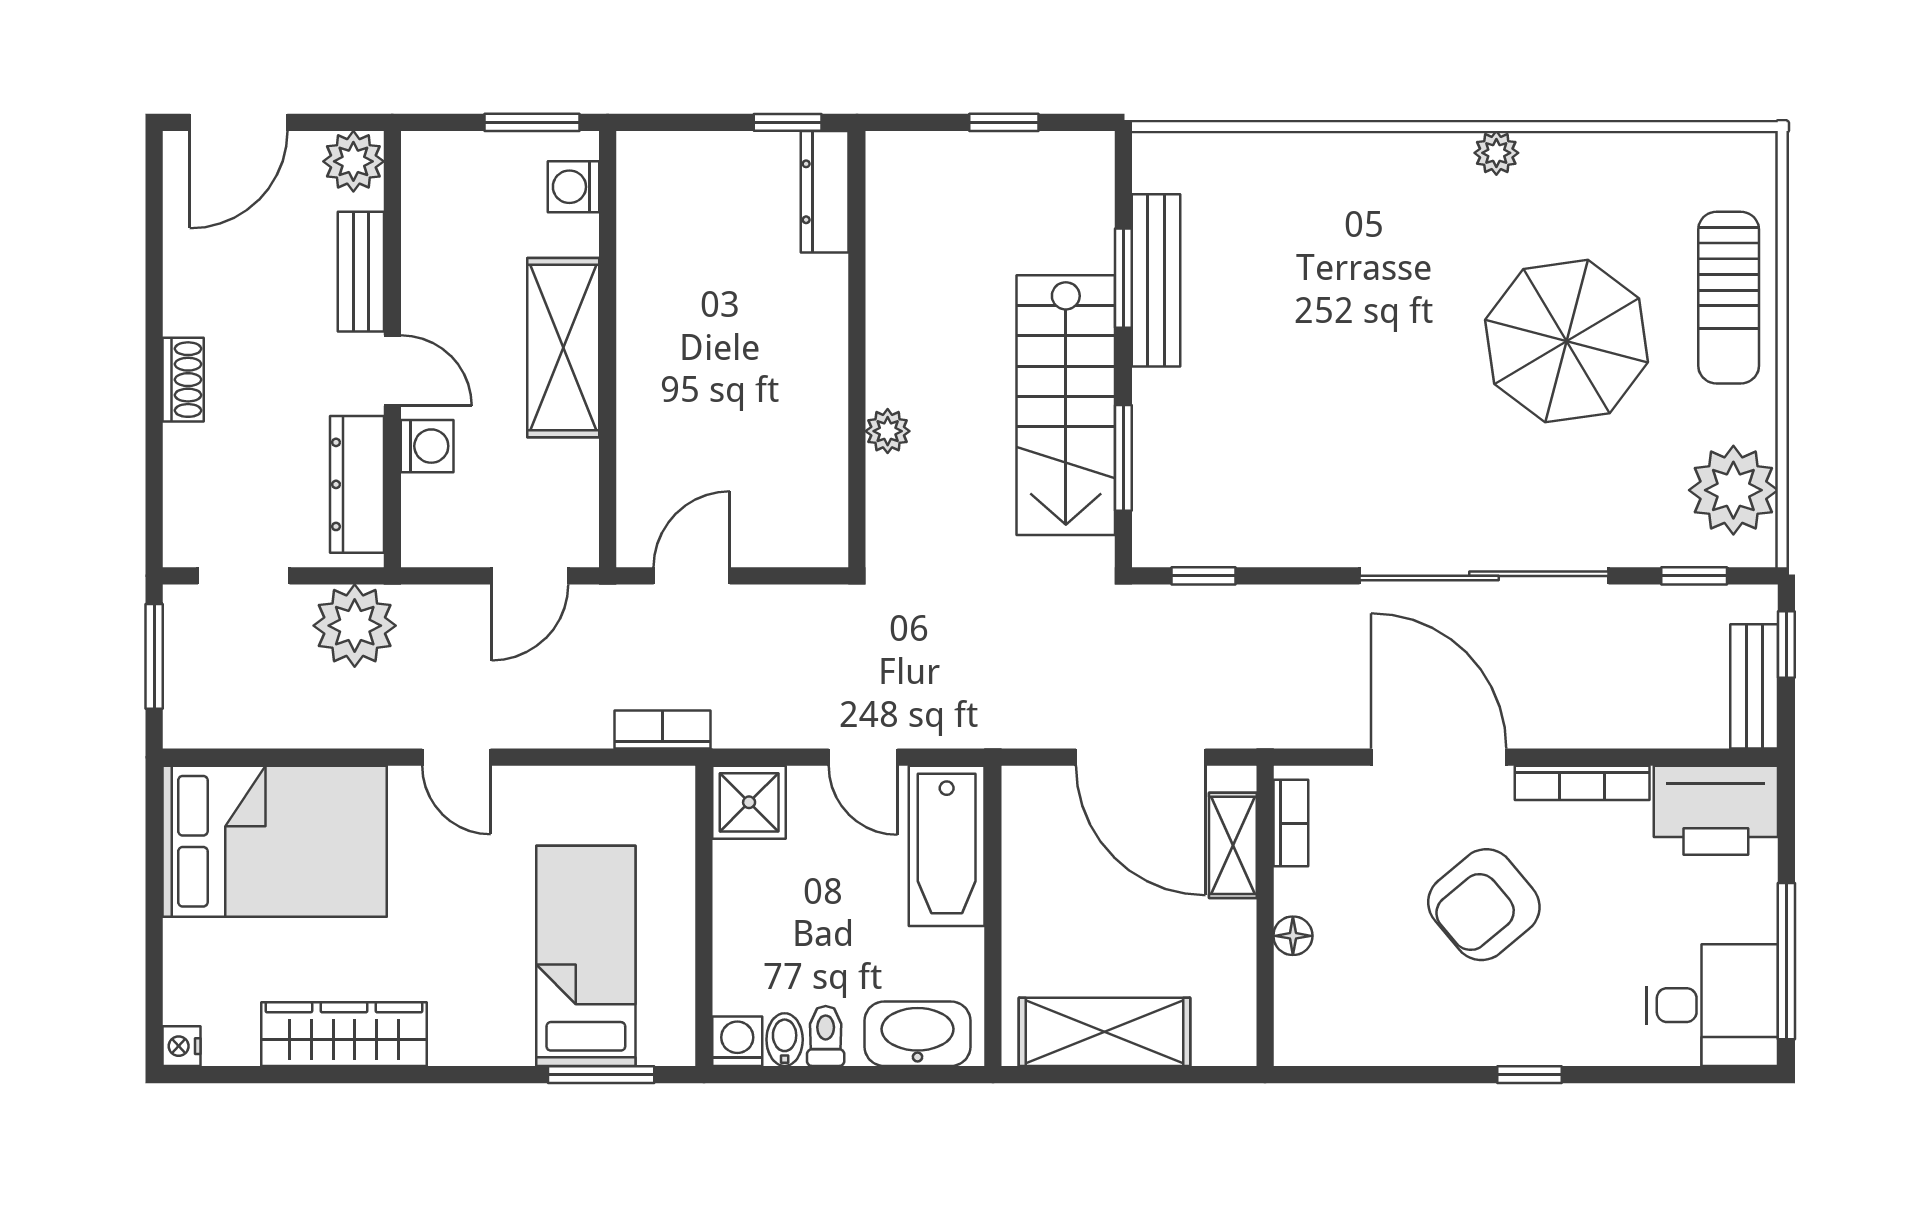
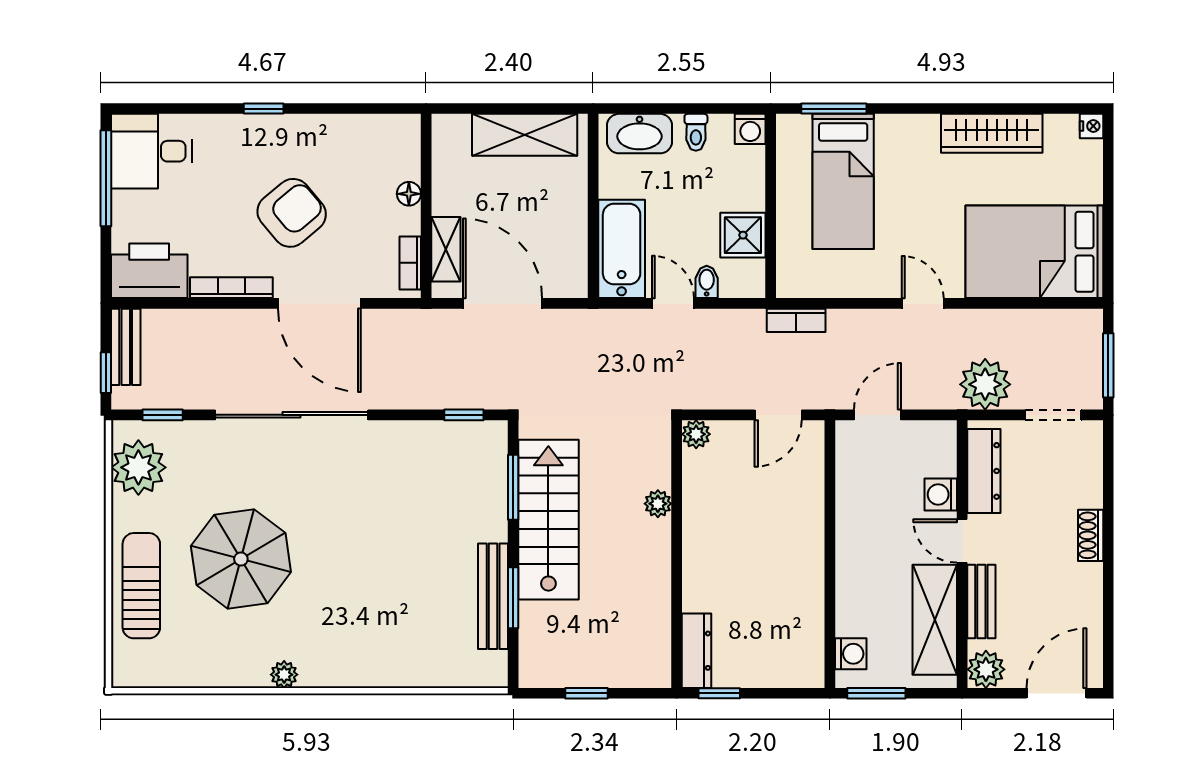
shelving: (563, 348) -> (935, 620), moved
plant: (825, 544) -> (696, 434), added
shower: (749, 802) -> (743, 235), moved
bidet: (785, 1040) -> (707, 282), moved, turned 180

